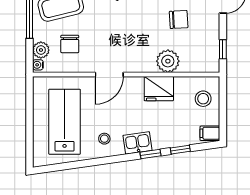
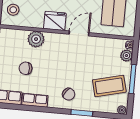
chair: (70, 44) -> (105, 58), removed
fridge: (159, 89) -> (55, 21), moved

